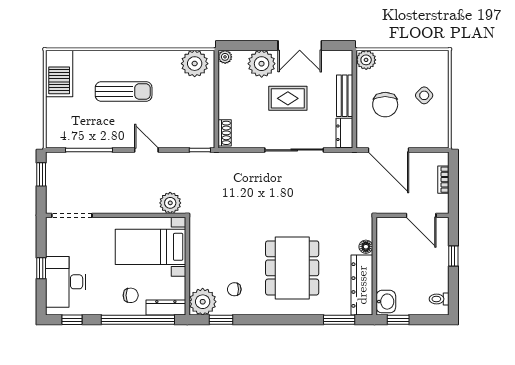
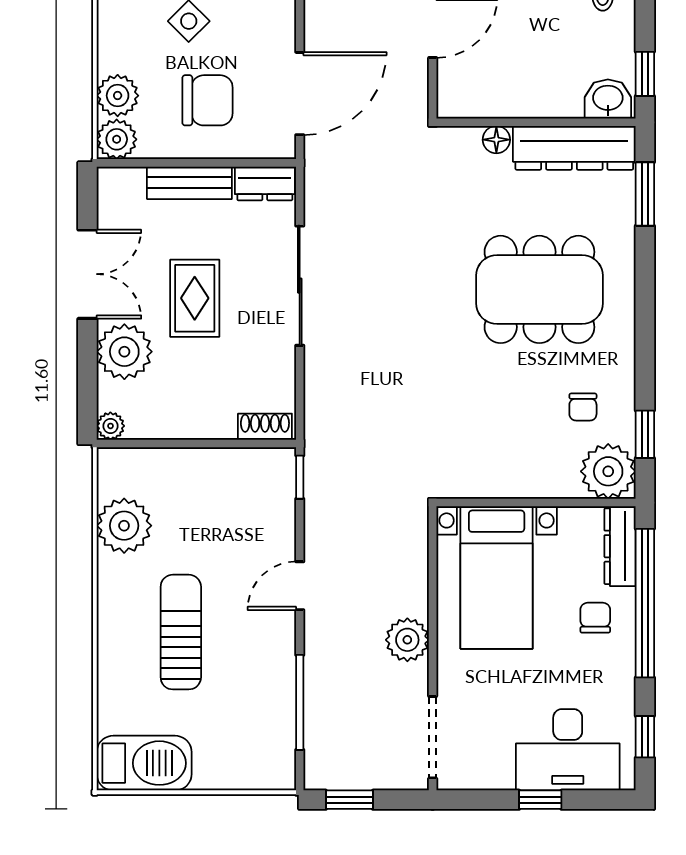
plant: (388, 60) -> (118, 96), added
plant: (195, 64) -> (124, 526), moved
plant: (170, 203) -> (407, 640), moved

